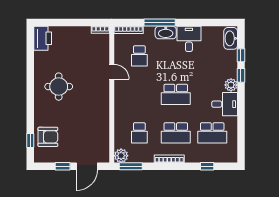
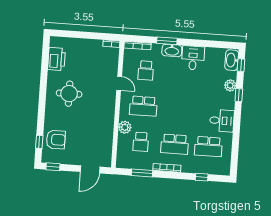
window: (160, 23) -> (167, 41), width x0.69
printer: (43, 38) -> (57, 59), moved
window: (241, 55) -> (241, 65), moved
plant: (231, 85) -> (230, 85), moved
school desk: (176, 94) -> (143, 106), moved
plant: (121, 156) -> (125, 127), moved
window: (63, 166) -> (53, 167), moved
window: (131, 166) -> (142, 173), moved

